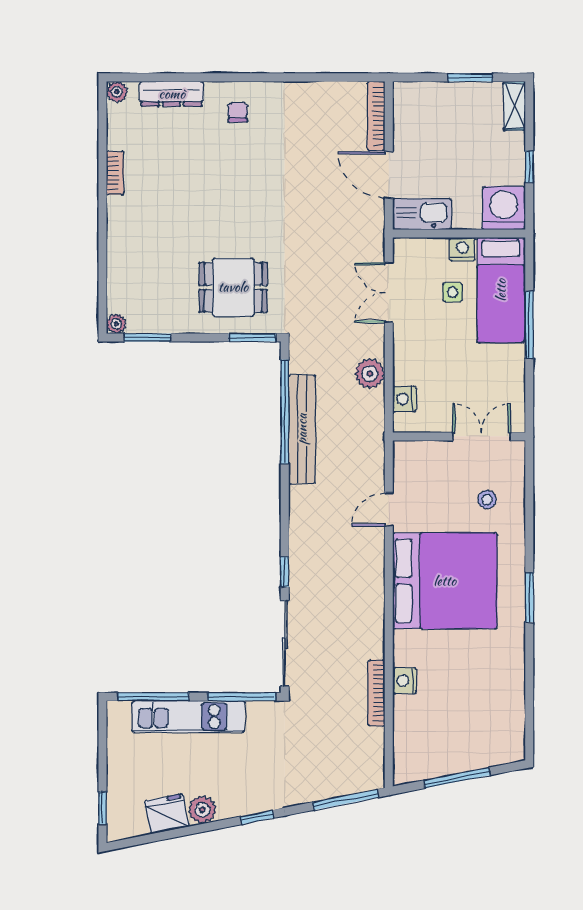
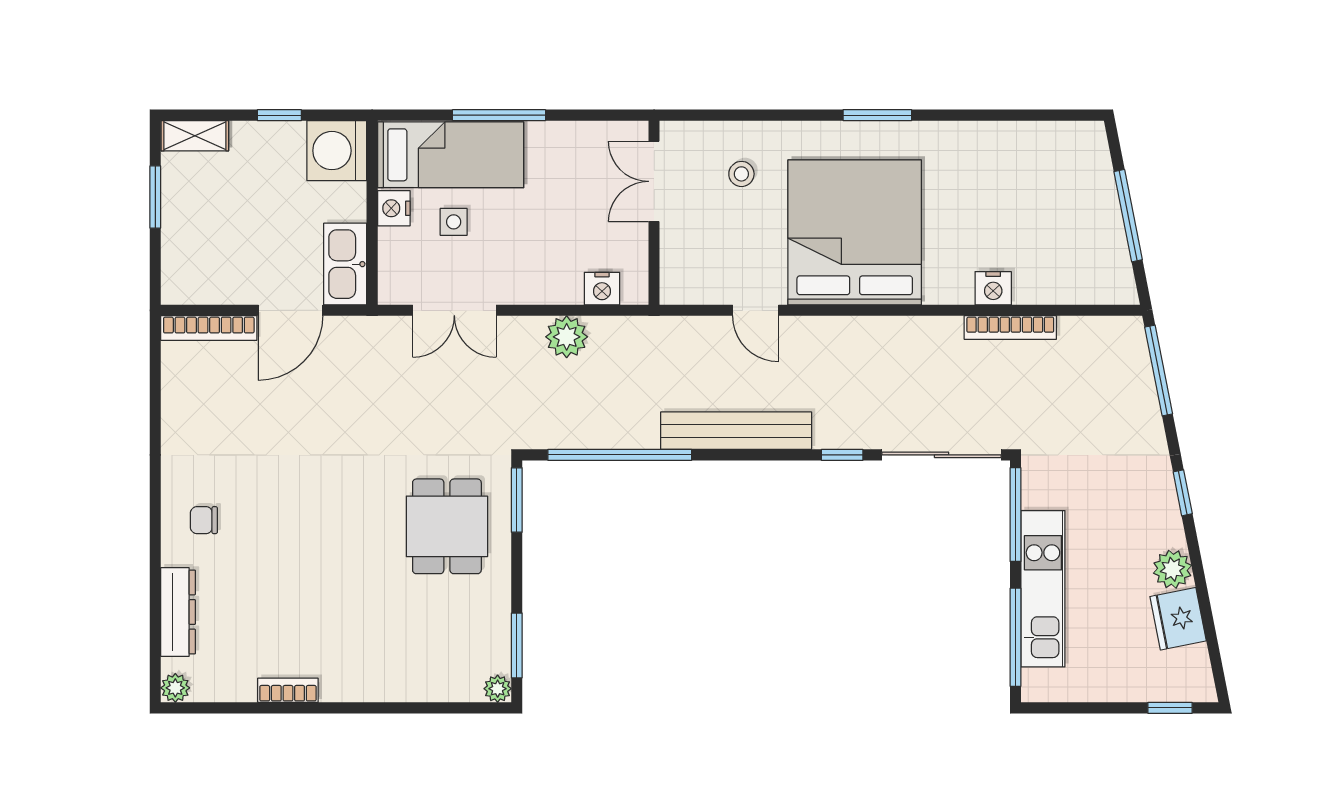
bench: (302, 429) -> (736, 431), moved

